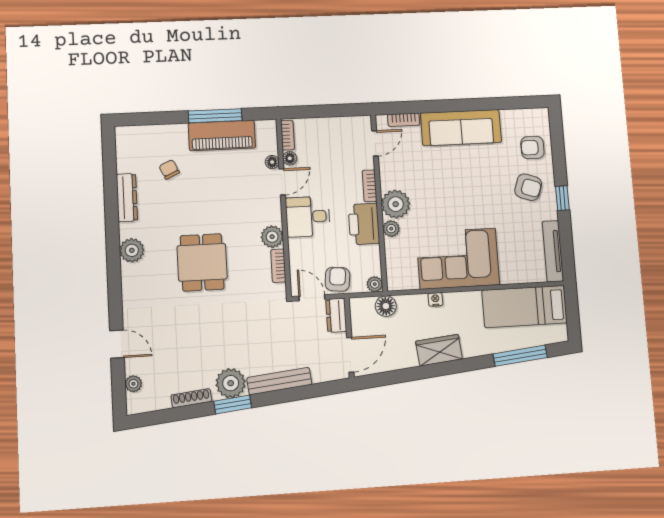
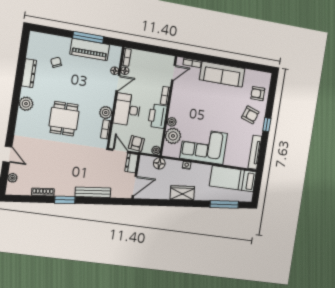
plant: (396, 204) -> (173, 136), moved
desk: (308, 217) -> (127, 110), width x1.37
plant: (231, 383) -> (66, 188), removed

